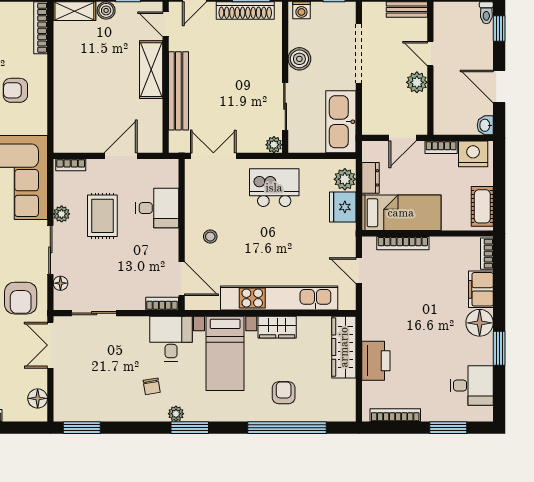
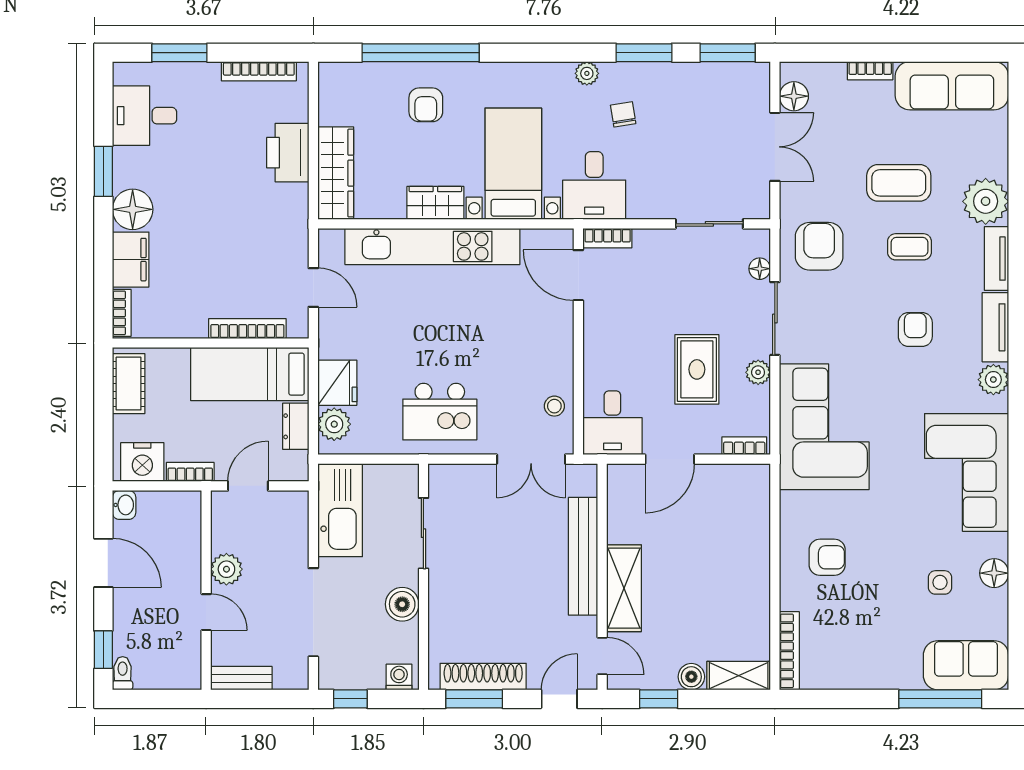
plant: (274, 145) -> (440, 476), removed
desk: (157, 208) -> (612, 423), moved, turned -90
stool: (210, 237) -> (554, 406), moved
double door: (50, 345) -> (775, 147), moved
window: (190, 428) -> (644, 53), moved

